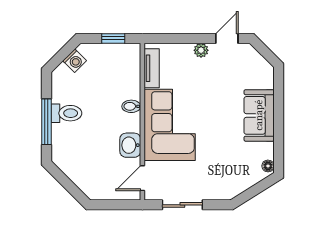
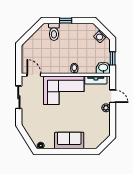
door: (227, 38) -> (113, 96), moved
toilet: (66, 113) -> (54, 32), moved
window: (46, 122) -> (66, 21), width x0.46
washbasin: (130, 145) -> (103, 68), moved

